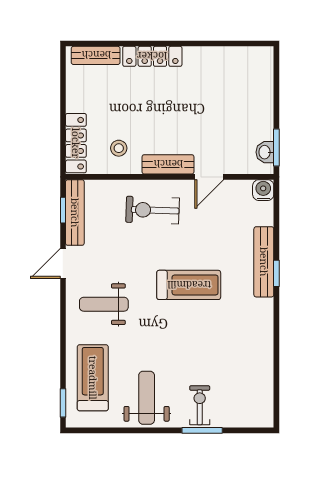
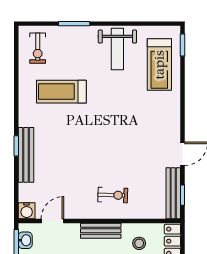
door: (209, 177) -> (52, 221), moved
exercise bike: (153, 210) -> (113, 195), width x0.73, depth x0.72
treadmill: (189, 285) -> (61, 92), moved
weight bench: (104, 304) -> (151, 122), removed
exercise bike: (200, 405) -> (38, 48), moved

